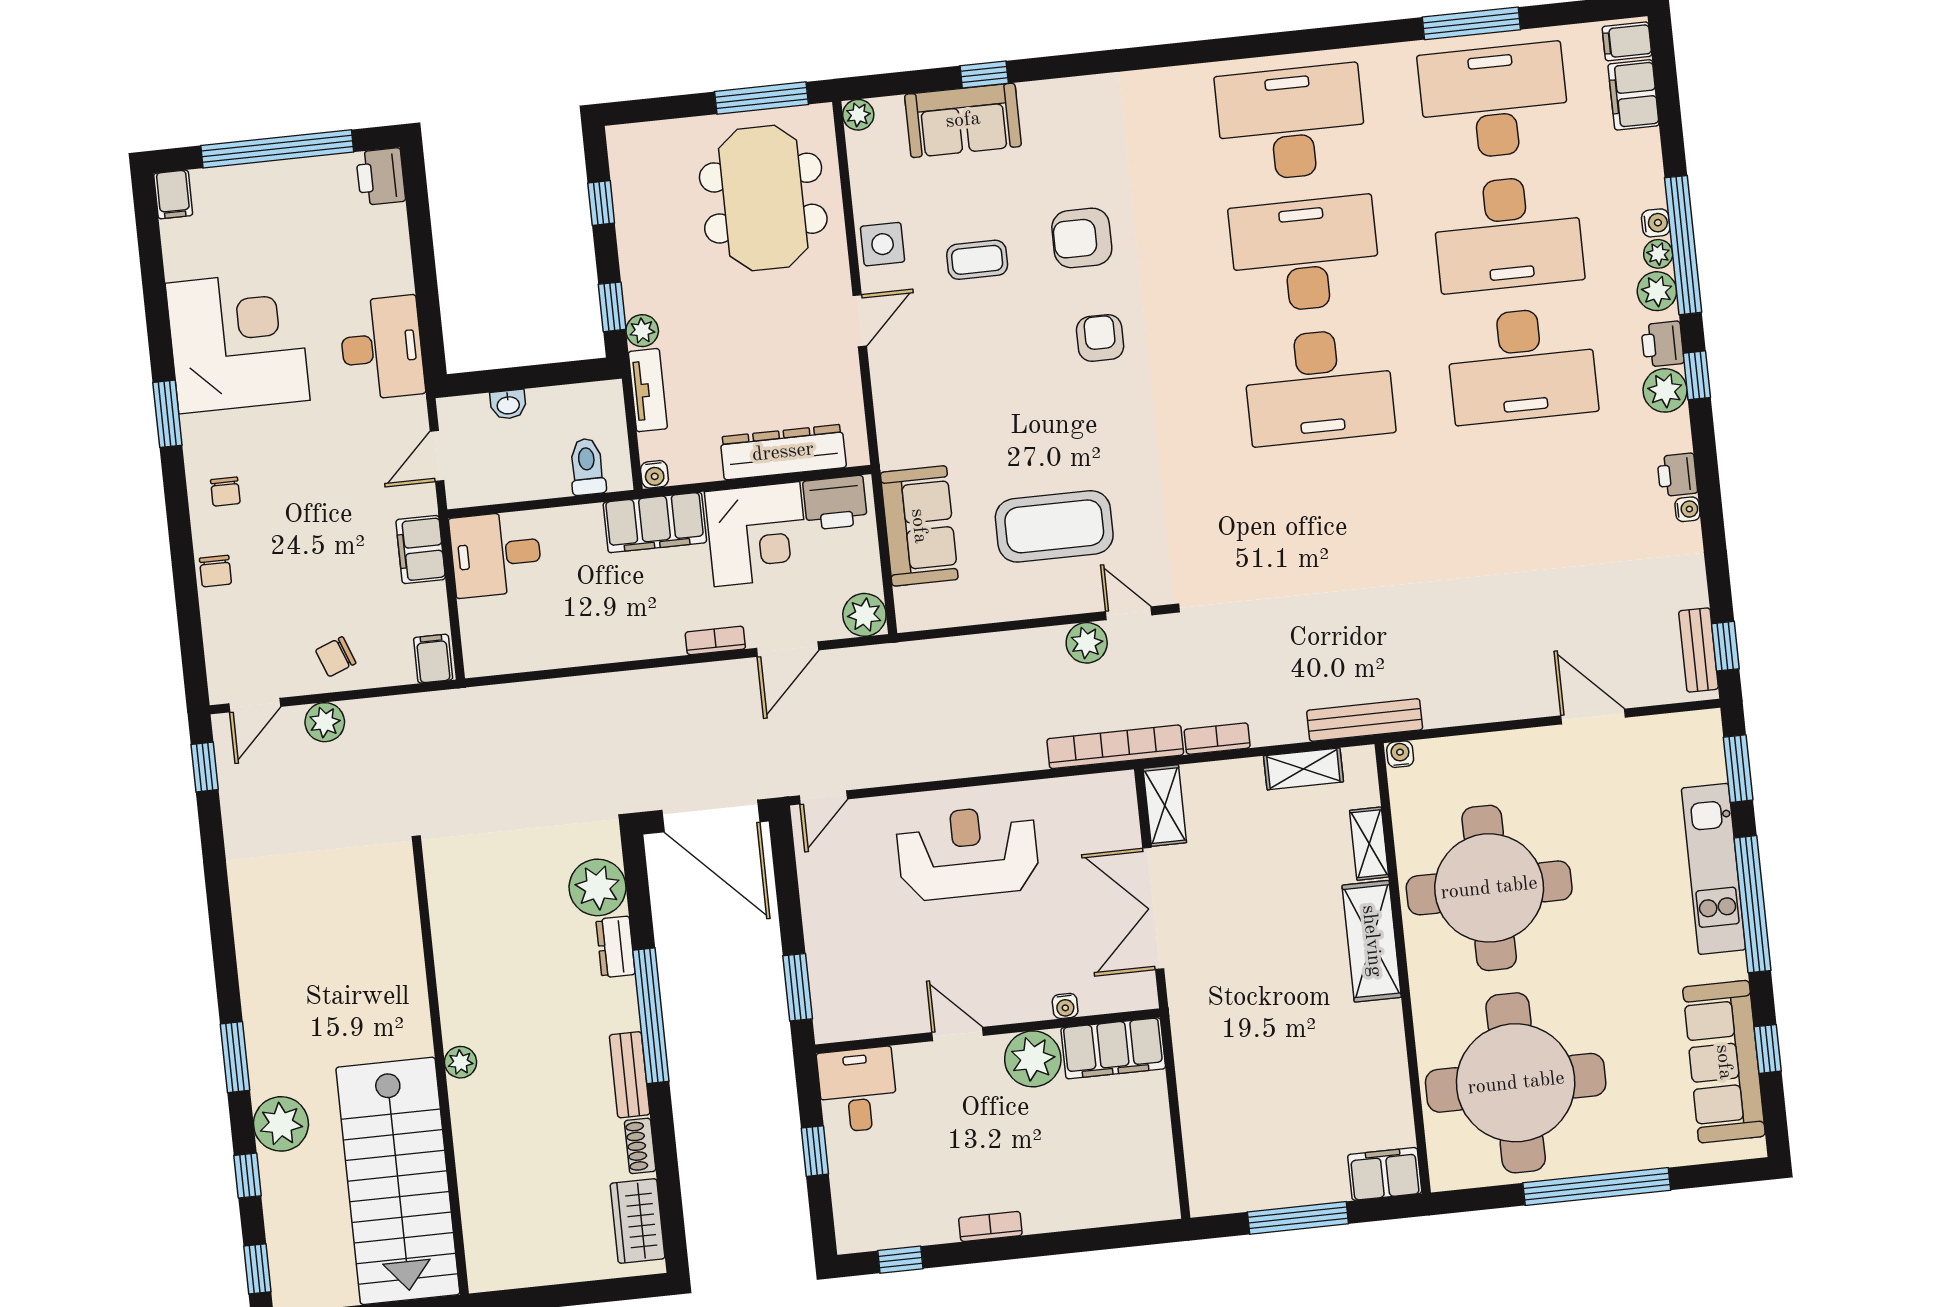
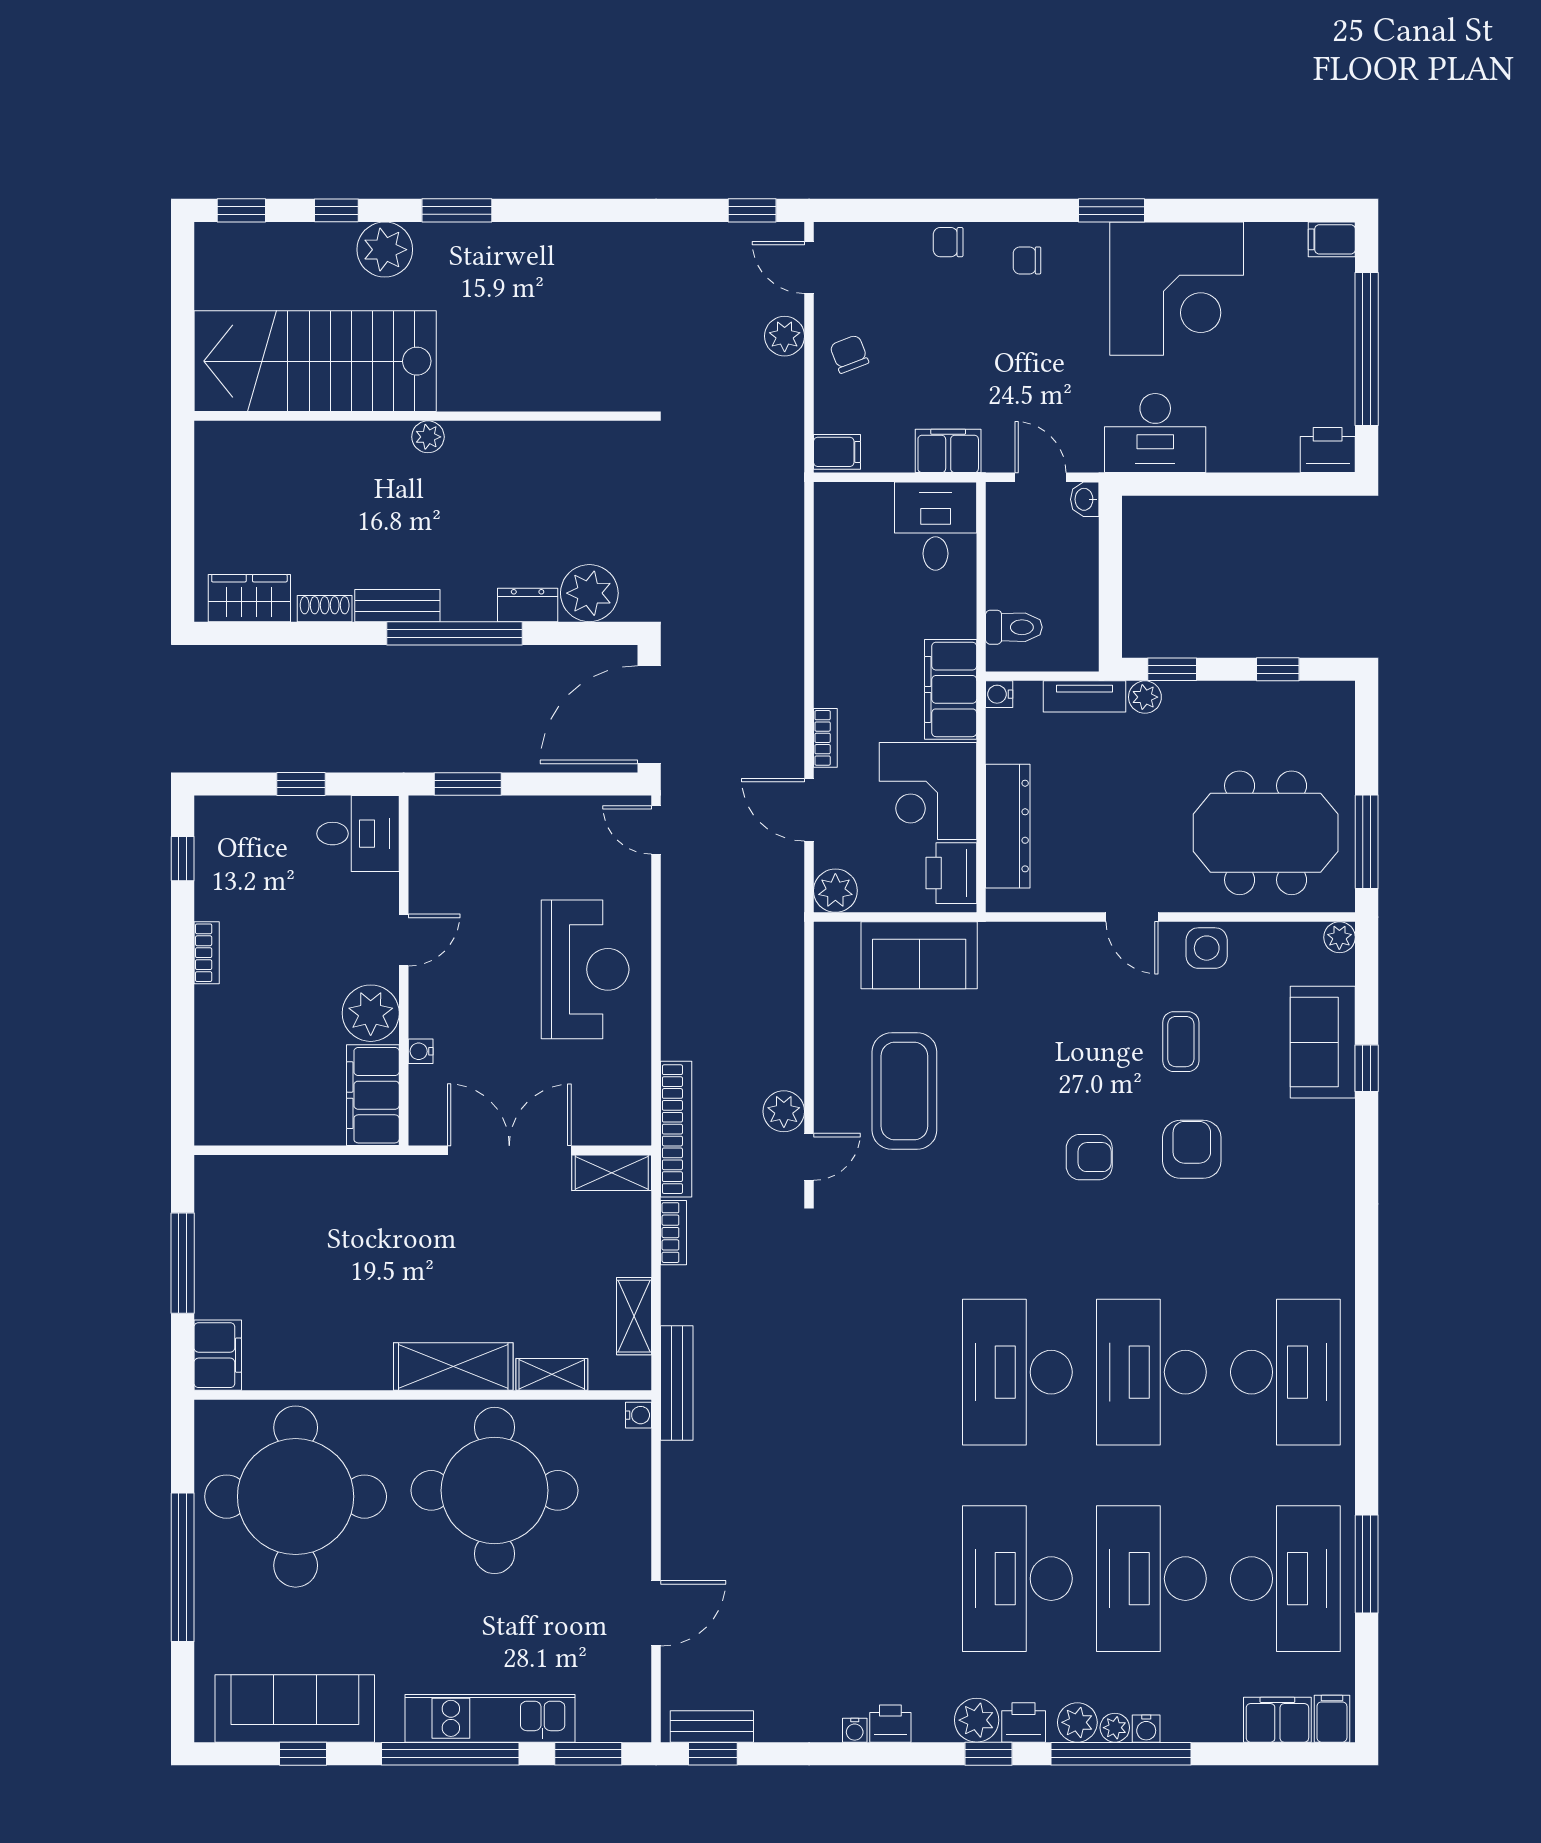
desk: (1305, 255) -> (1151, 1372), turned 180
washbasin: (508, 405) -> (1085, 499), moved

